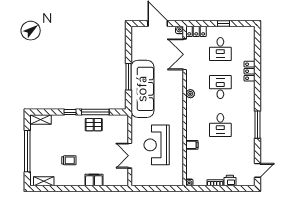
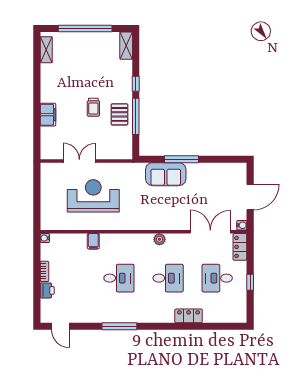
sofa: (142, 89) -> (166, 174), width x0.54, depth x0.79
desk: (220, 125) -> (119, 278), turned 180
trolley: (69, 160) -> (93, 107), moved

